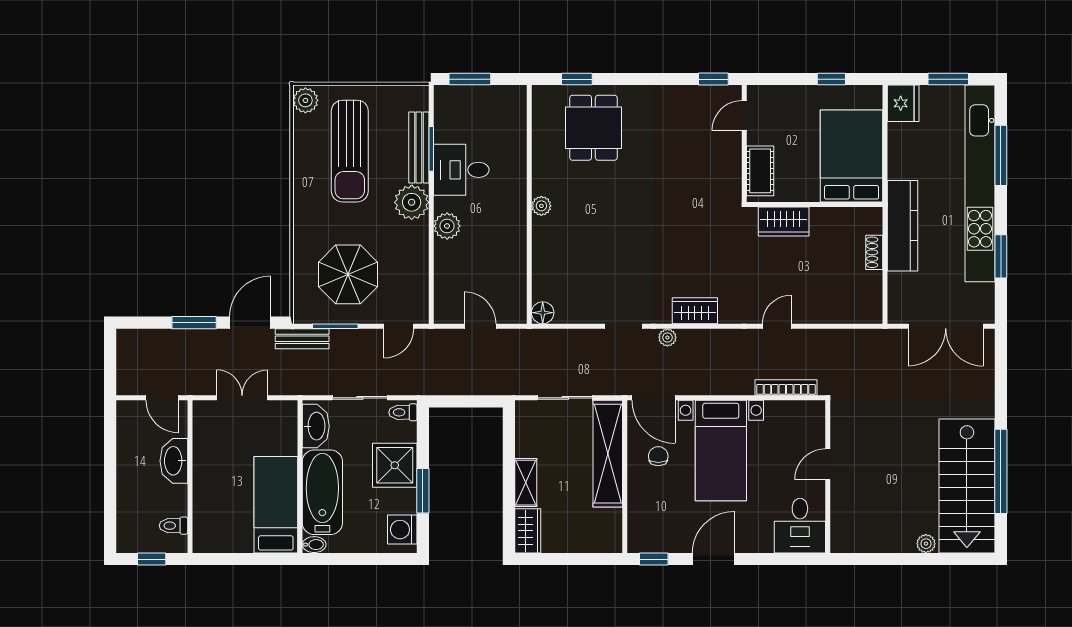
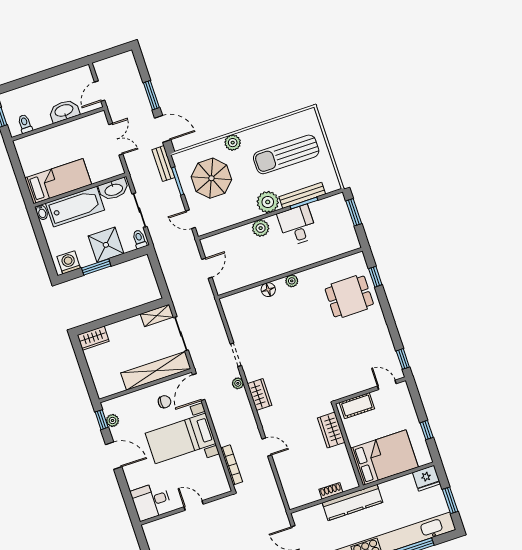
plant: (305, 100) -> (233, 143), moved
floor lamp: (543, 313) -> (268, 290), moved
shelving: (526, 483) -> (157, 316), moved
plant: (660, 543) -> (112, 420), added

